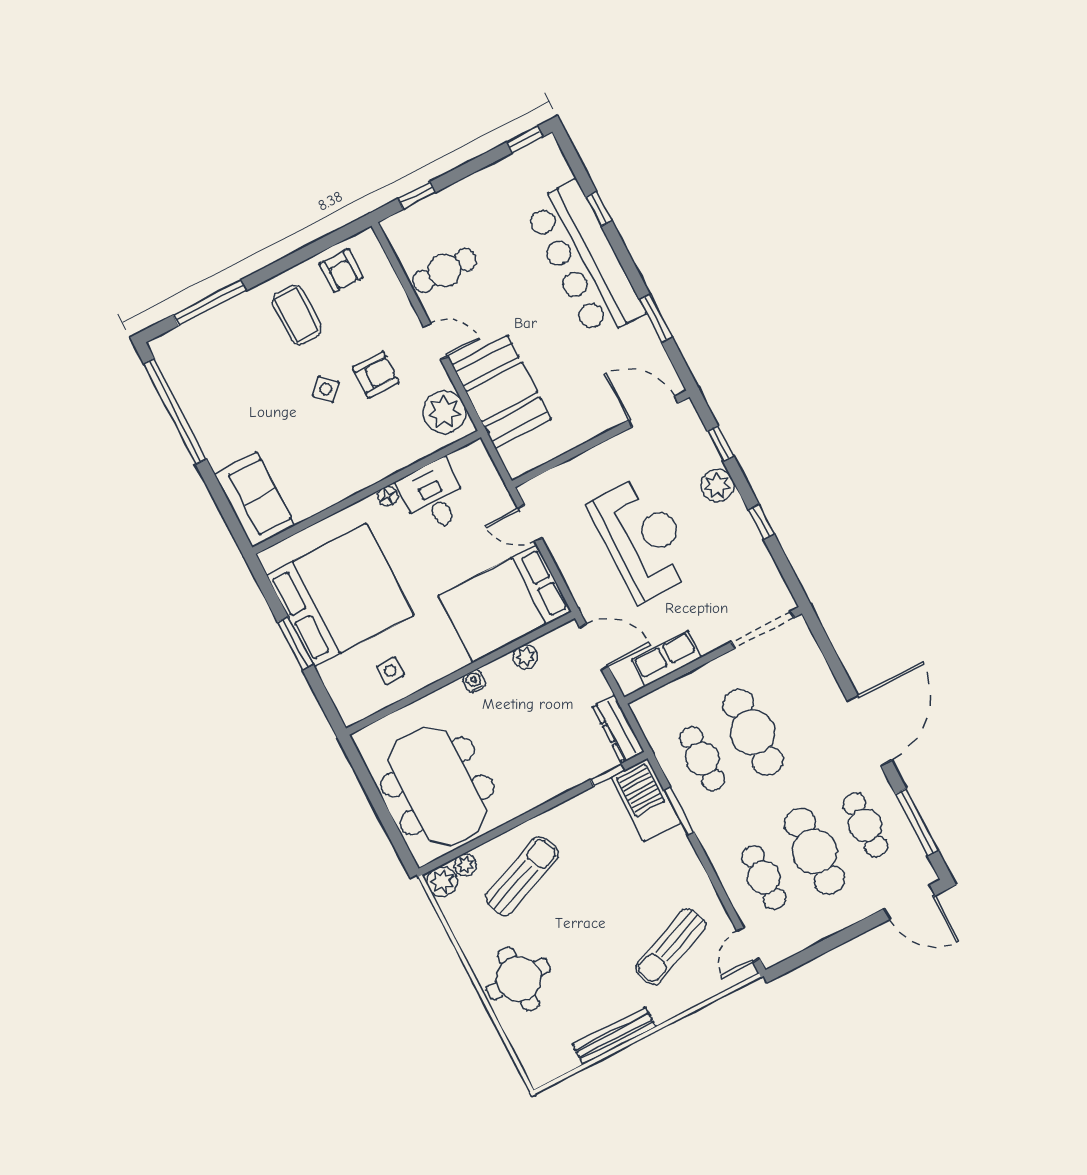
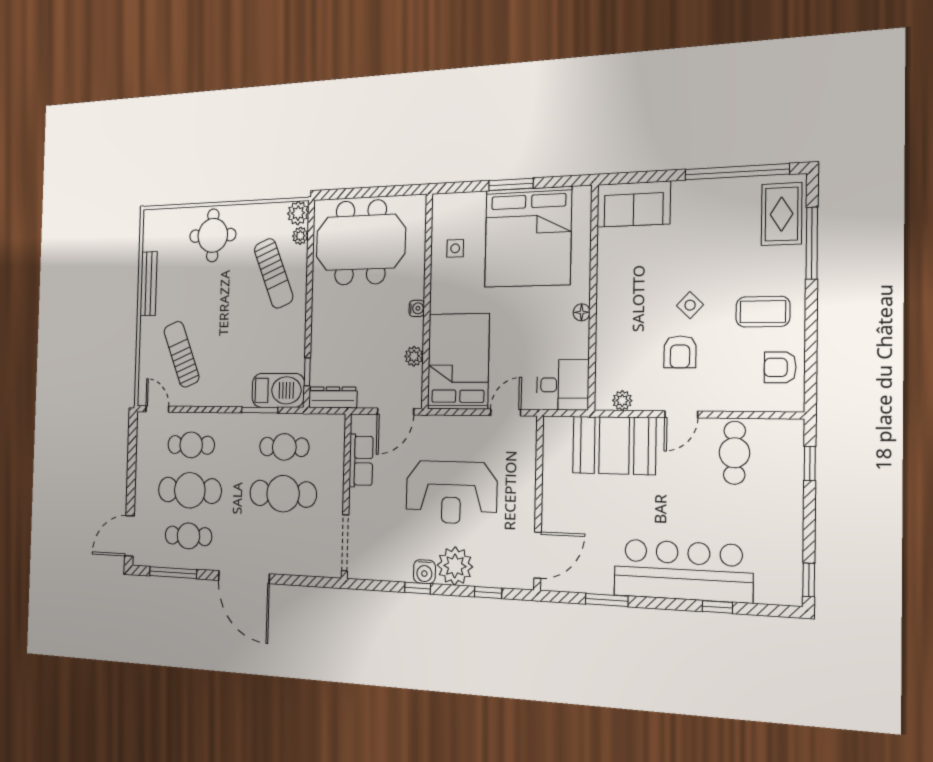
rug: (196, 346) -> (782, 214), added
plant: (444, 412) -> (622, 401), width x0.53, depth x0.53
plant: (717, 486) -> (455, 566), width x1.36, depth x1.36
desk: (433, 496) -> (563, 385), moved
water cooler: (740, 524) -> (424, 572), added

